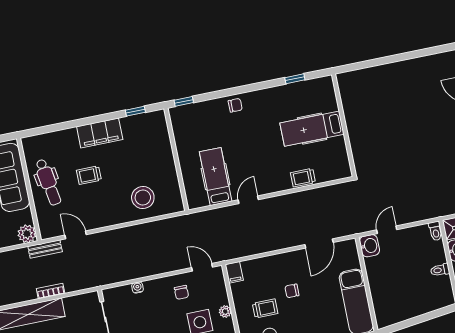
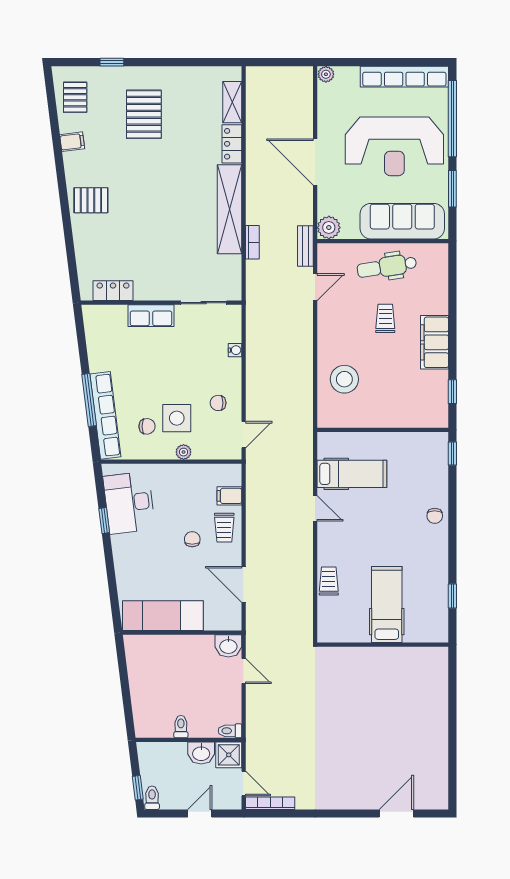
filing cabinet: (234, 272) -> (229, 496), moved
trolley: (265, 308) -> (224, 528), moved

